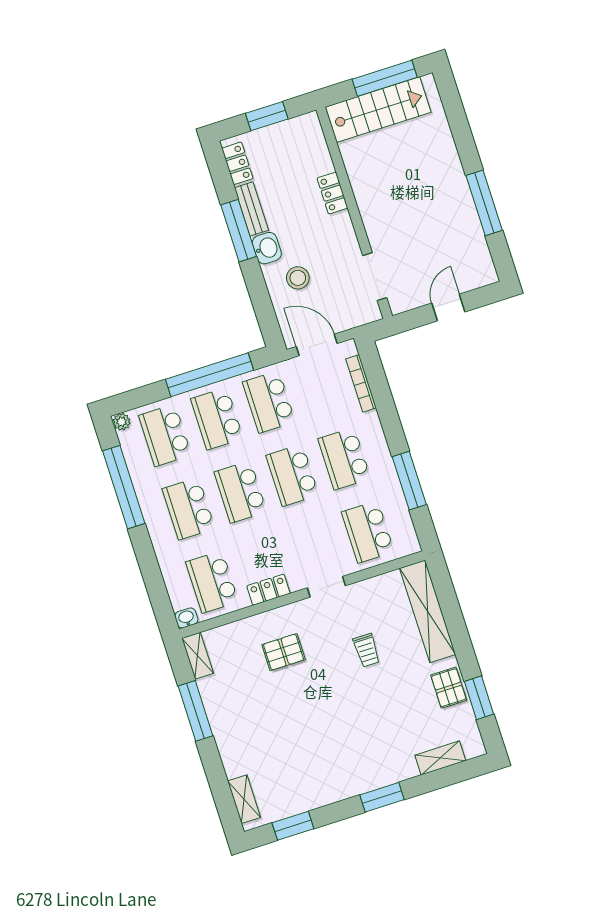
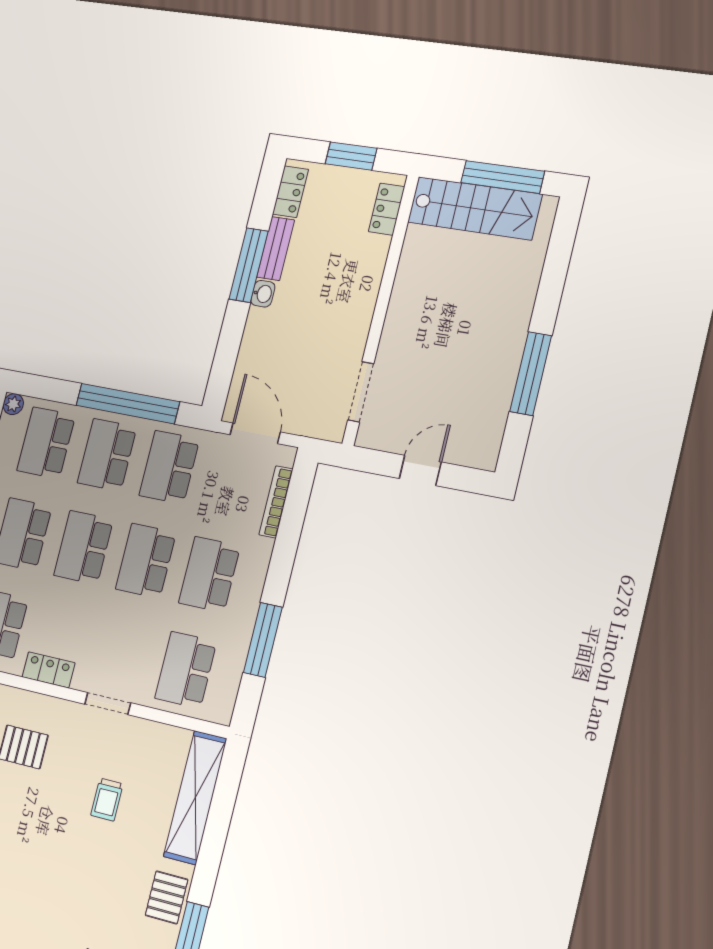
locker: (332, 193) -> (387, 209), moved
washbasin: (267, 248) -> (263, 294), width x0.72, depth x0.69
stool: (298, 278) -> (279, 349), removed

